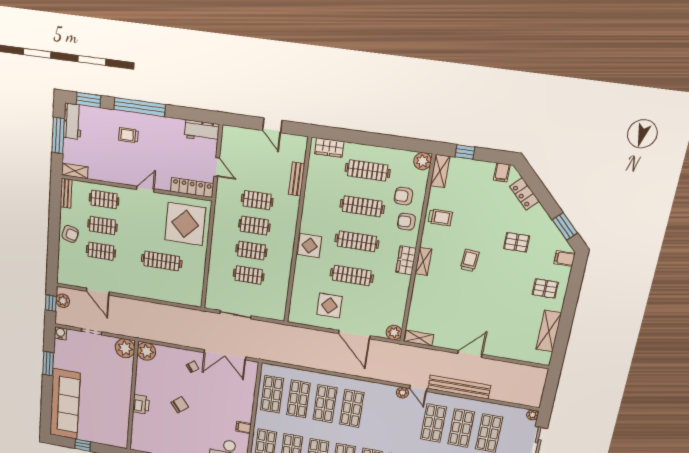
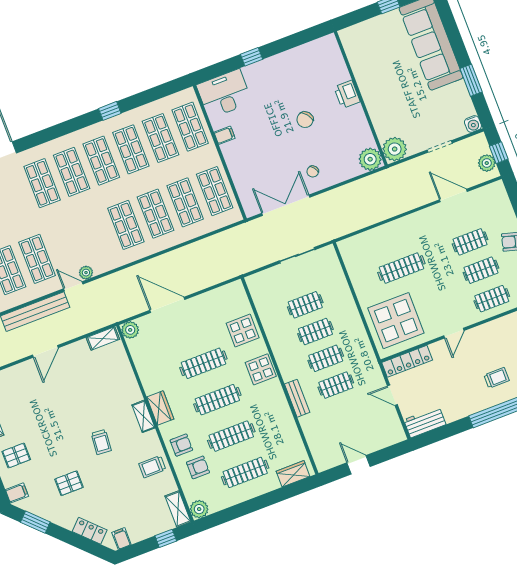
bench: (297, 179) -> (297, 398), moved
display table: (329, 306) -> (243, 331), moved

